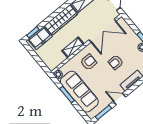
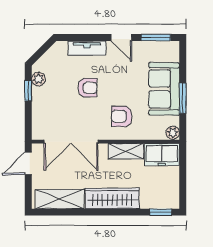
double door: (103, 31) -> (71, 142), swing flipped
freezer: (40, 38) -> (162, 154), moved, turned 180
sofa: (79, 92) -> (164, 89), width x0.73

